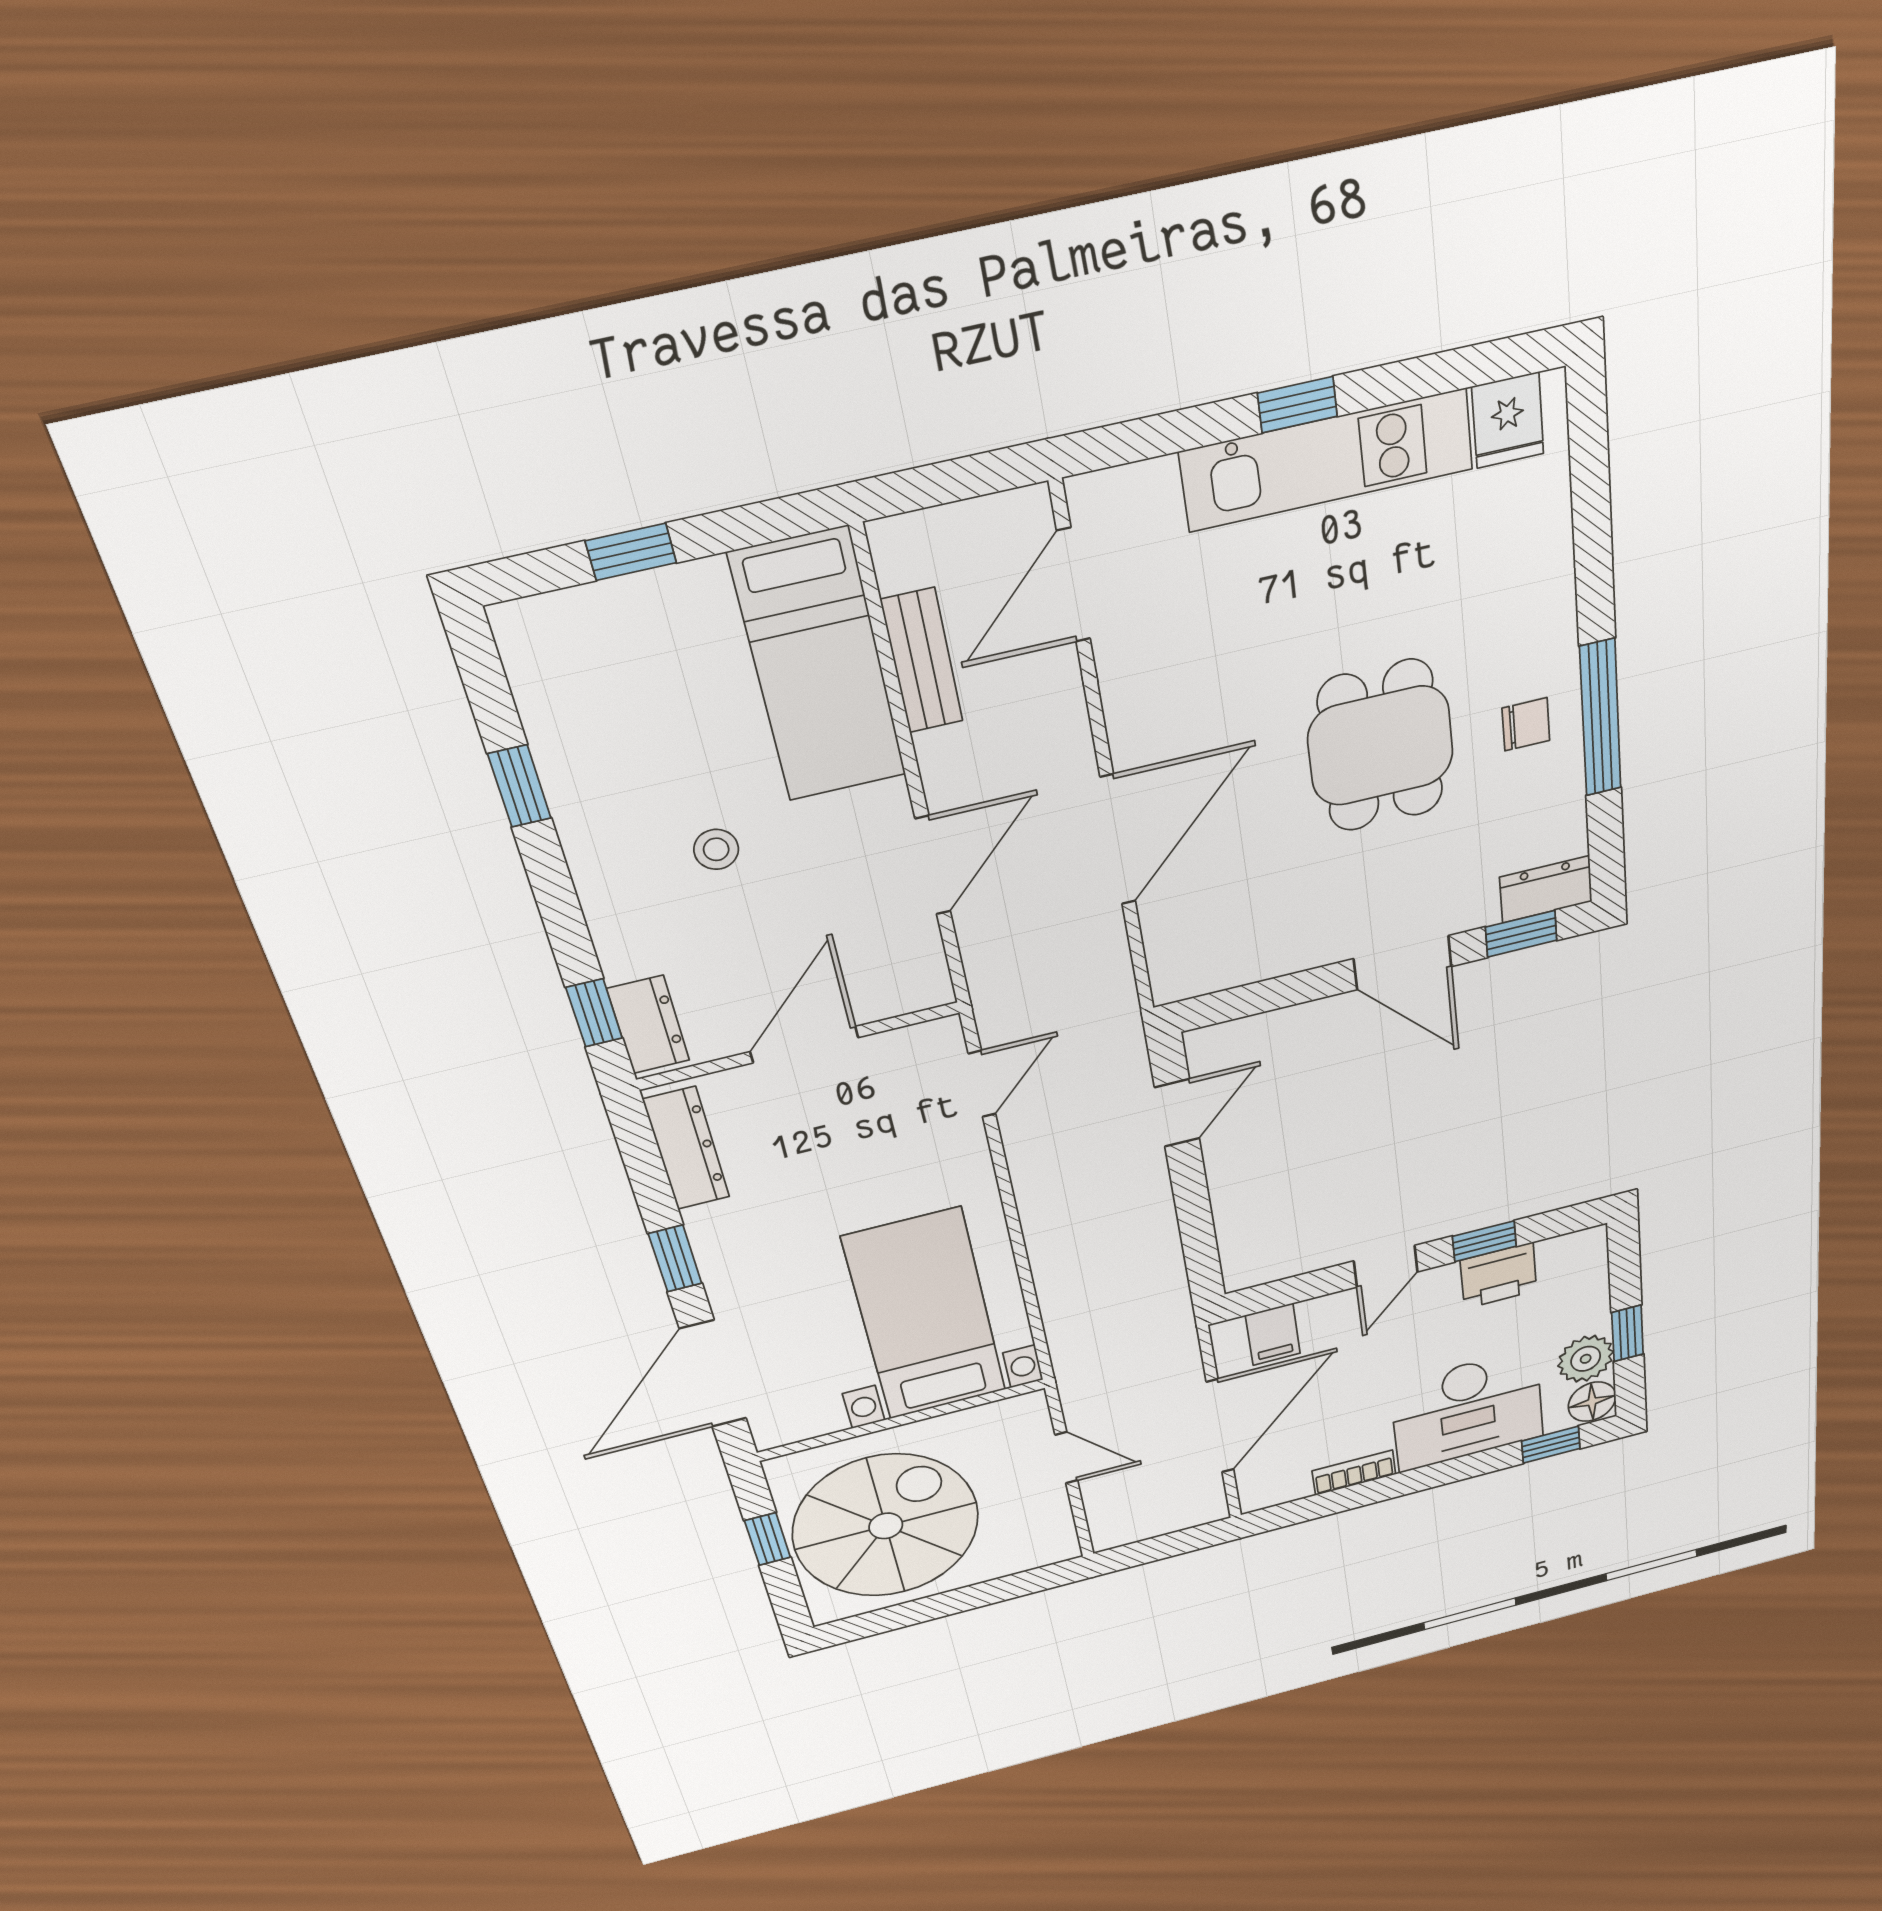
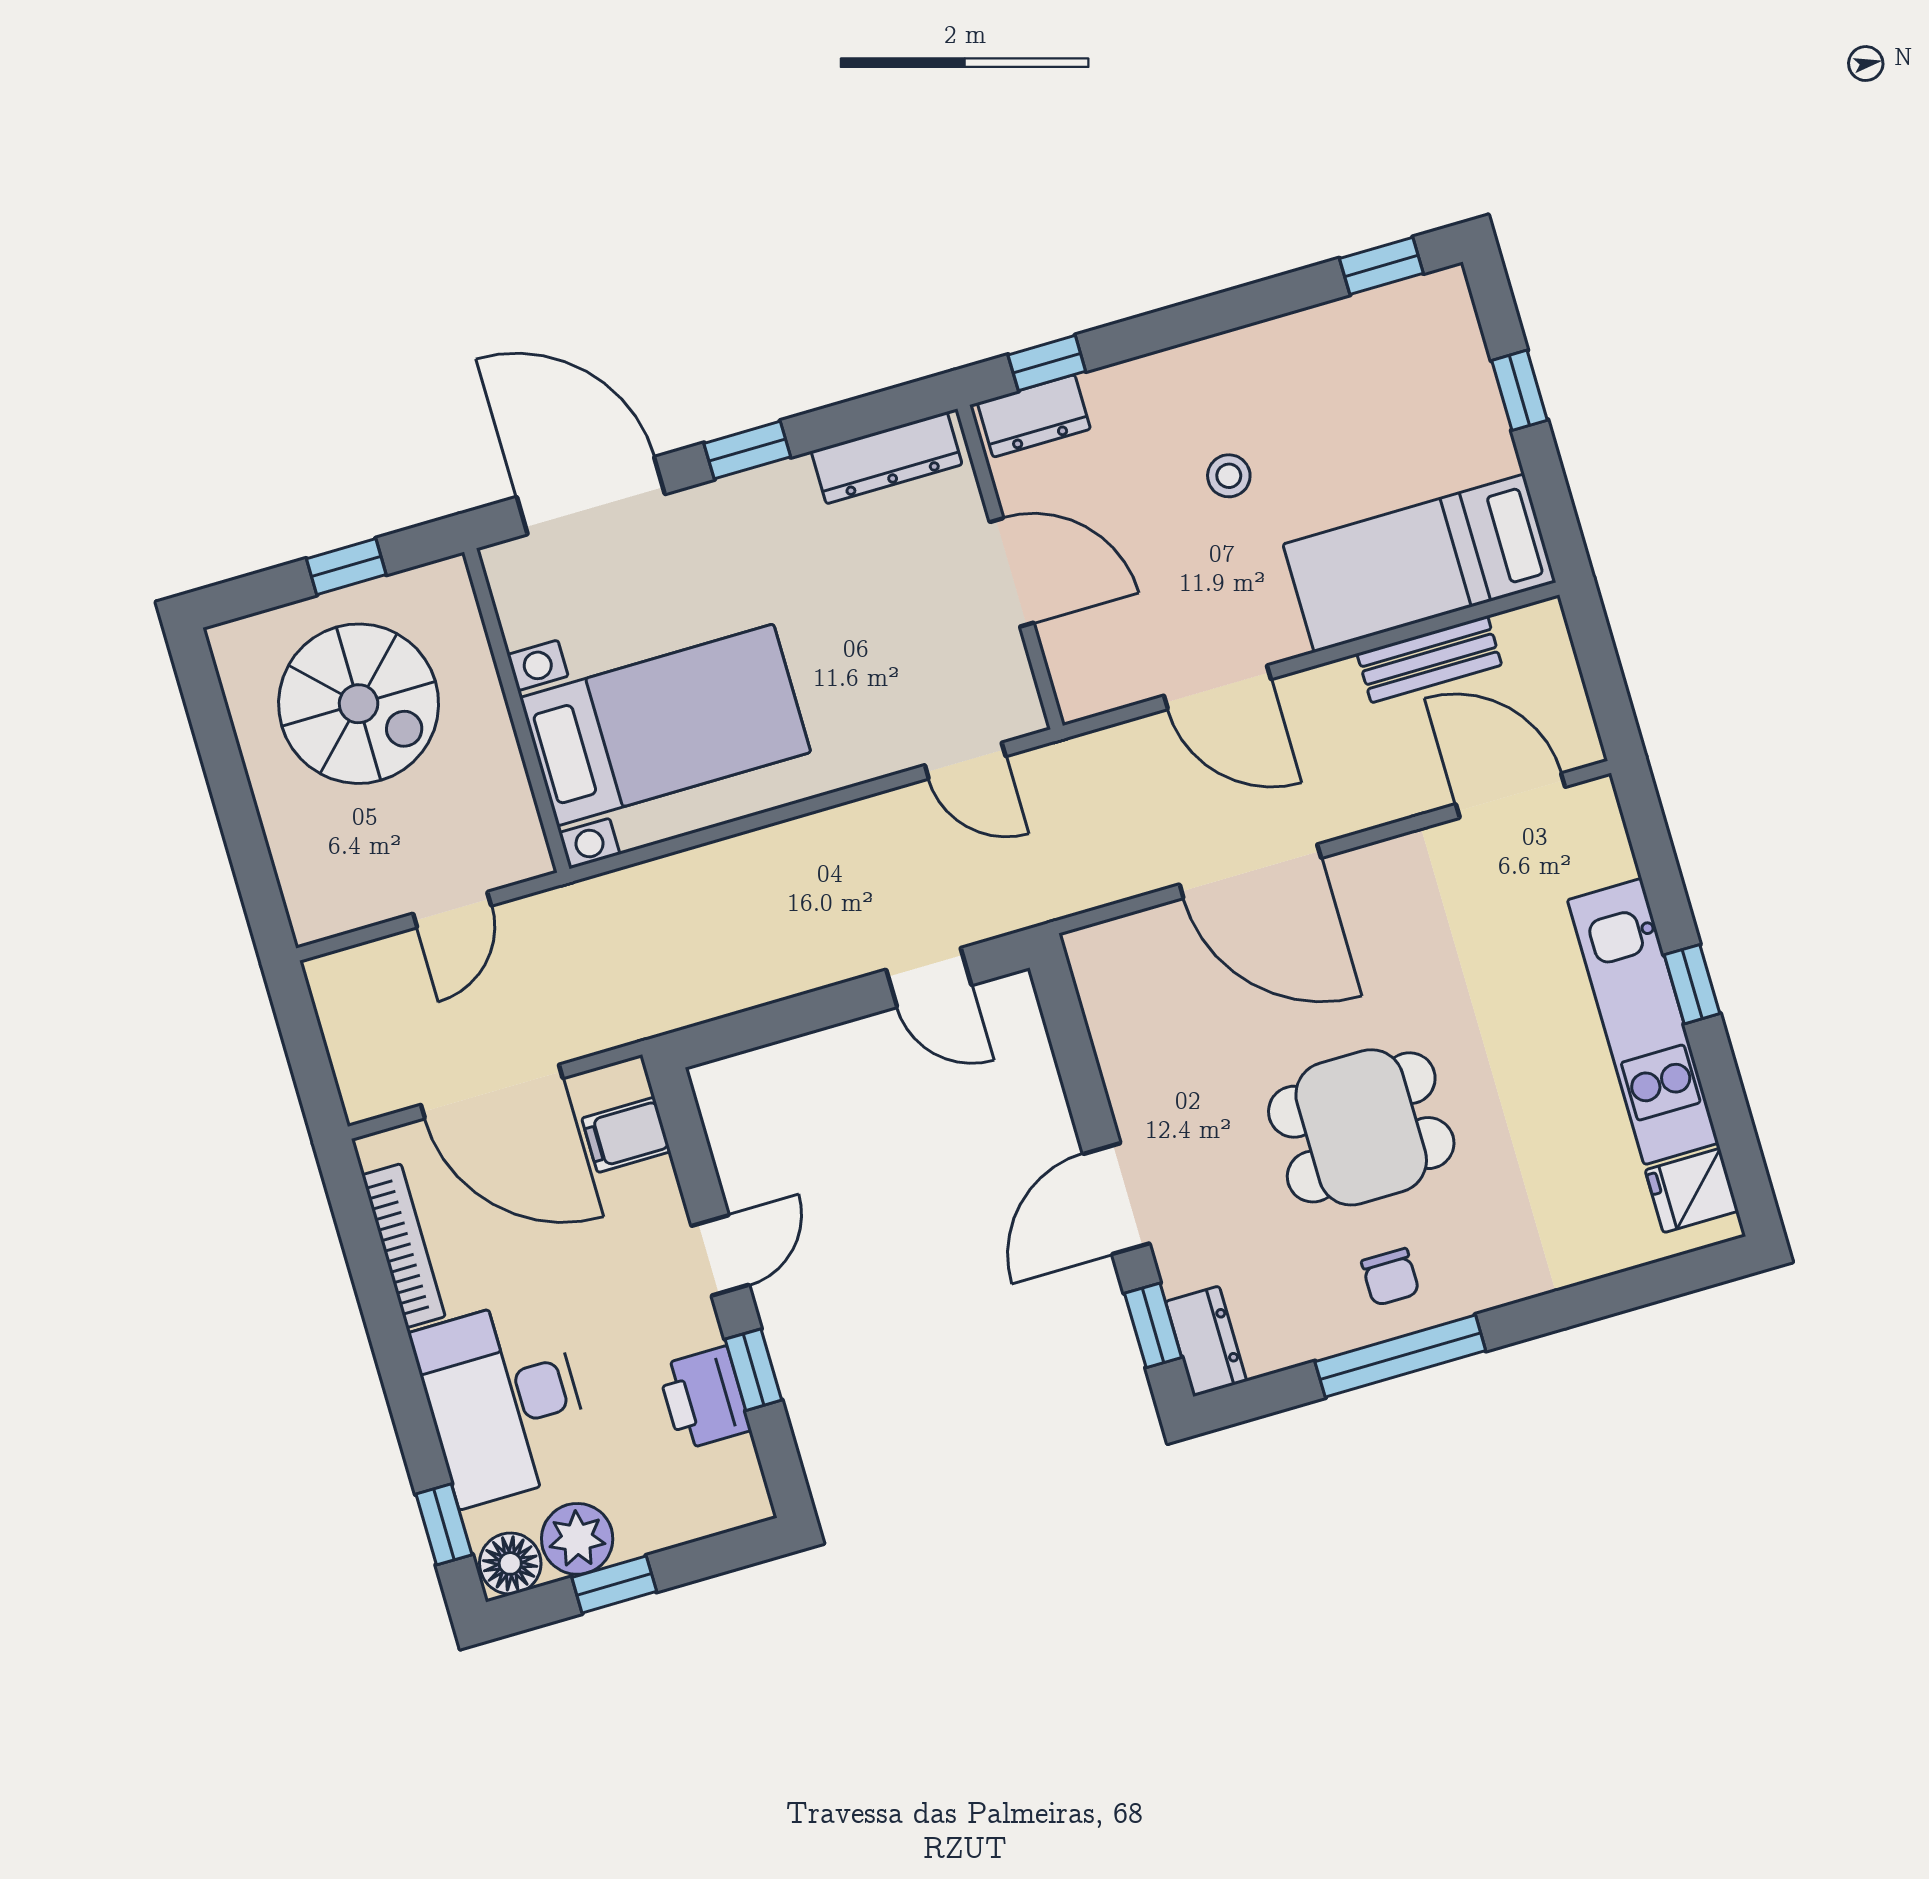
window: (520, 786) -> (1381, 266), moved
door: (1386, 1266) -> (720, 1255), swing flipped
bookcase: (1354, 1473) -> (404, 1246), width x1.56
spiral stairs: (886, 1526) -> (359, 704), width x0.73, depth x0.73

